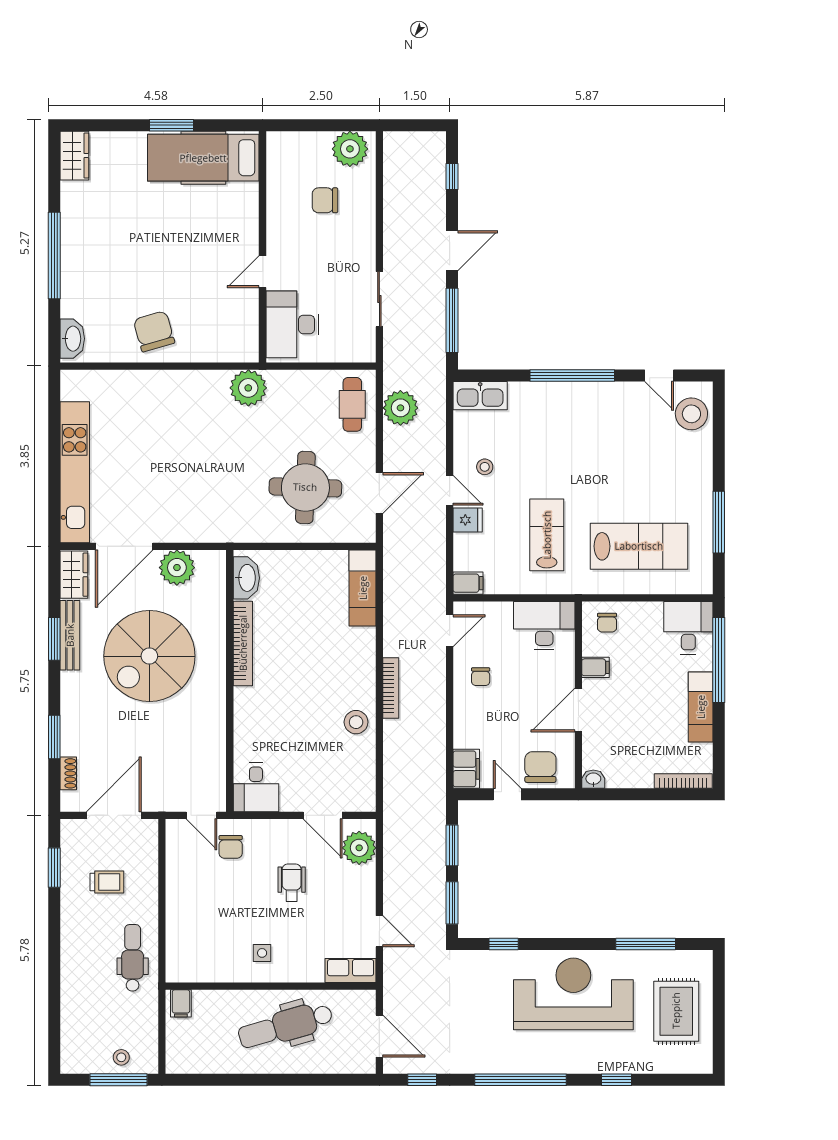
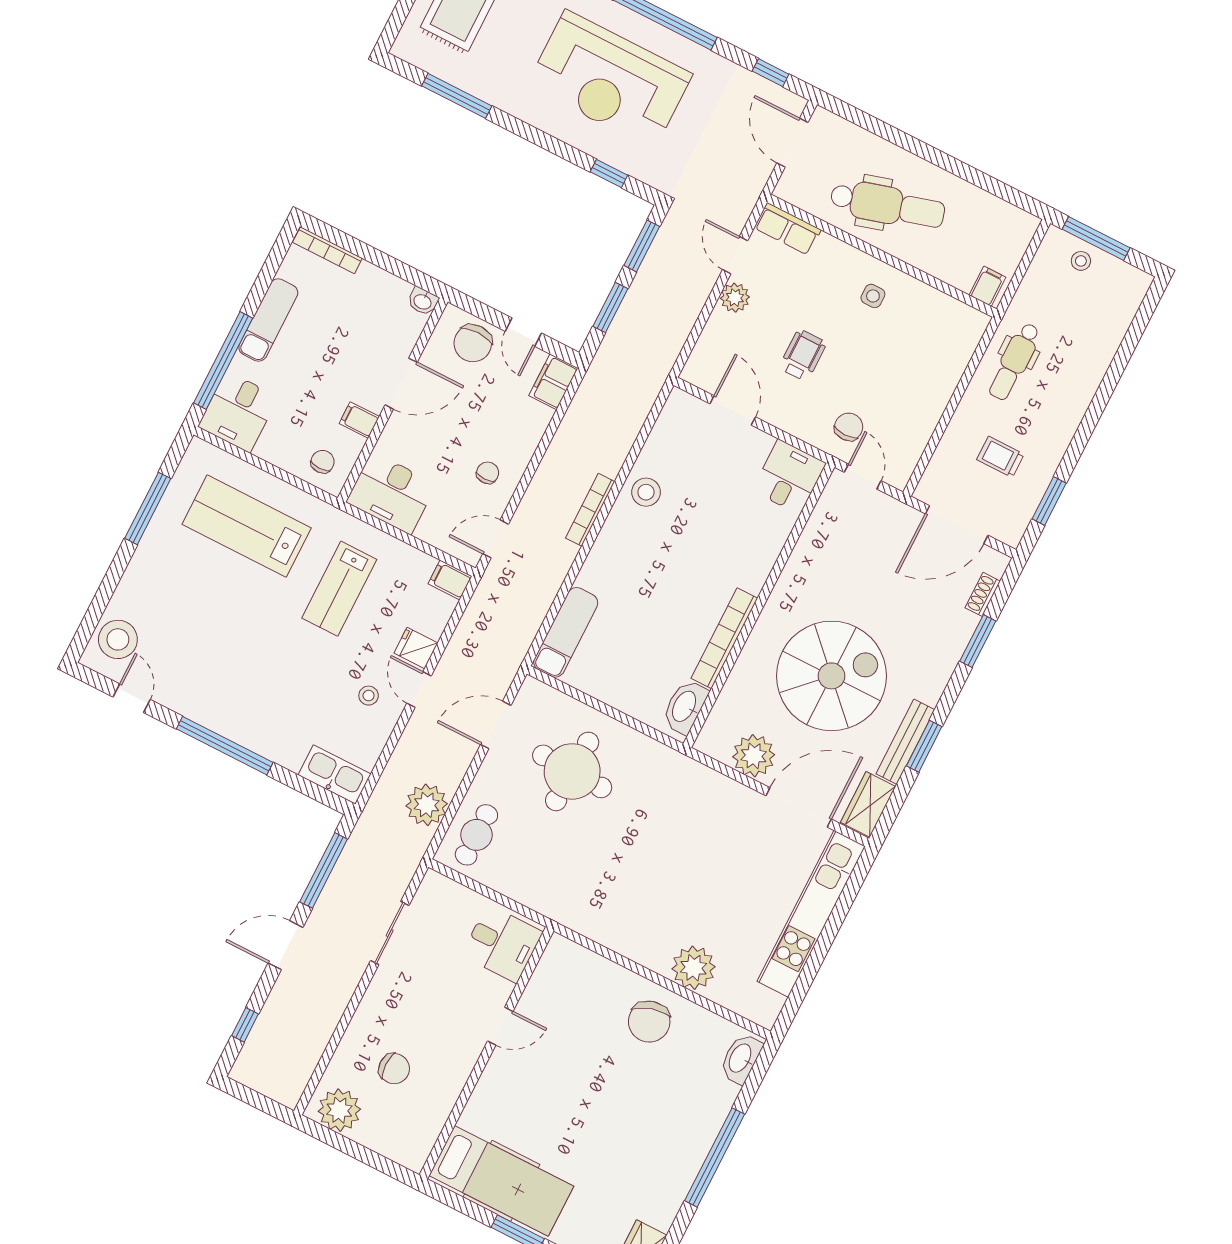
desk: (292, 324) -> (502, 944), width x0.73
plant: (248, 388) -> (694, 968), moved
plant: (359, 848) -> (735, 298), moved, width x0.73, depth x0.73
wheelchair: (292, 883) -> (803, 355), turned 180
reception desk: (573, 994) -> (610, 80), moved

